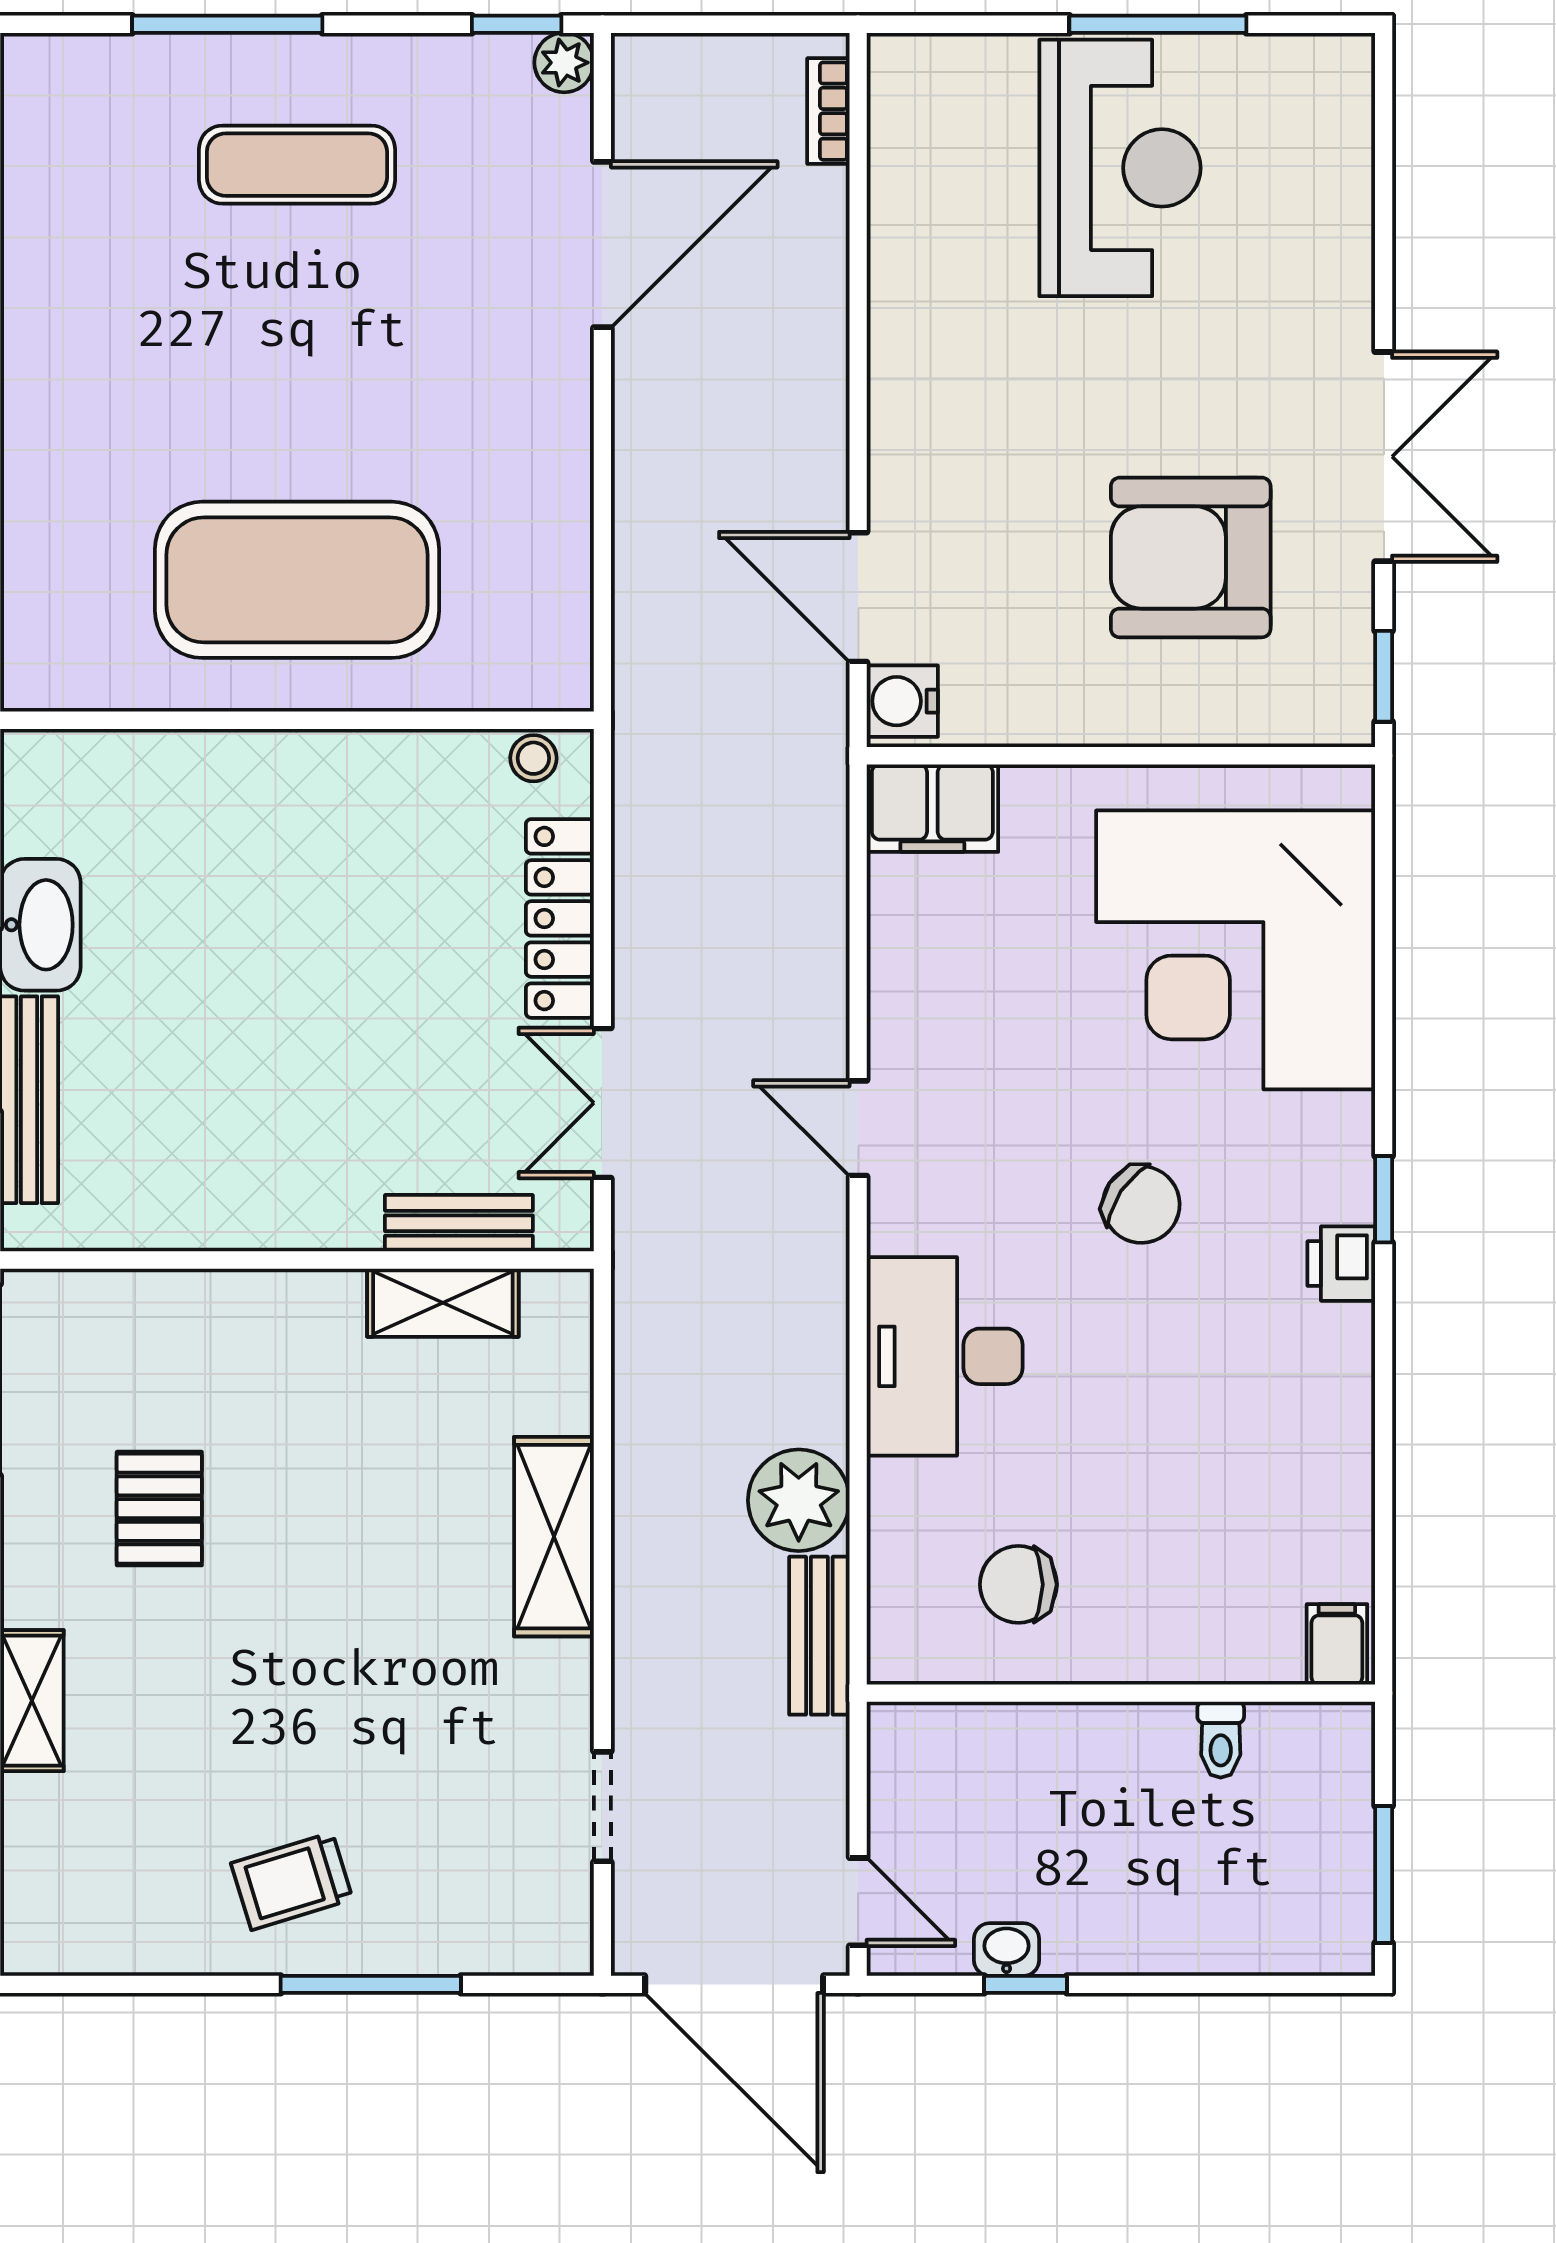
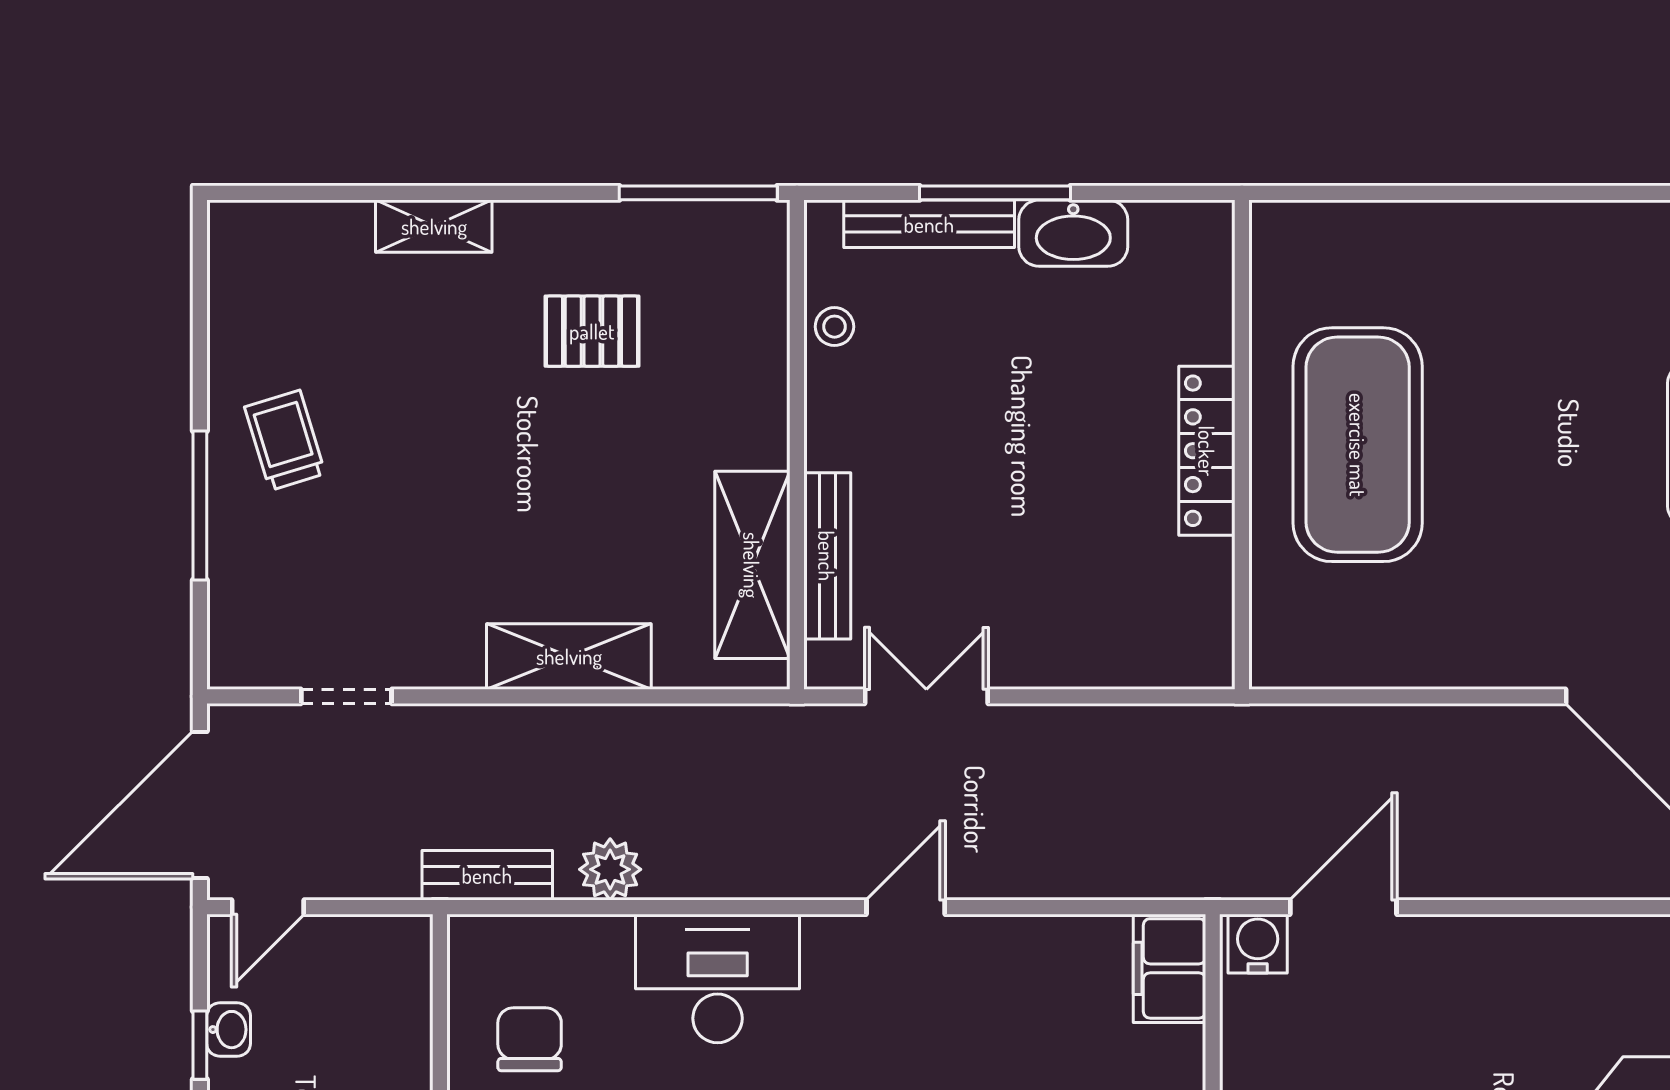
stool: (533, 758) -> (834, 327), moved
locker: (560, 918) -> (1207, 451), moved, turned -90
bench: (459, 1223) -> (827, 556), width x1.36
shelving: (443, 1303) -> (752, 565), width x1.50, depth x1.33
plant: (799, 1500) -> (610, 869), width x0.73, depth x0.73

